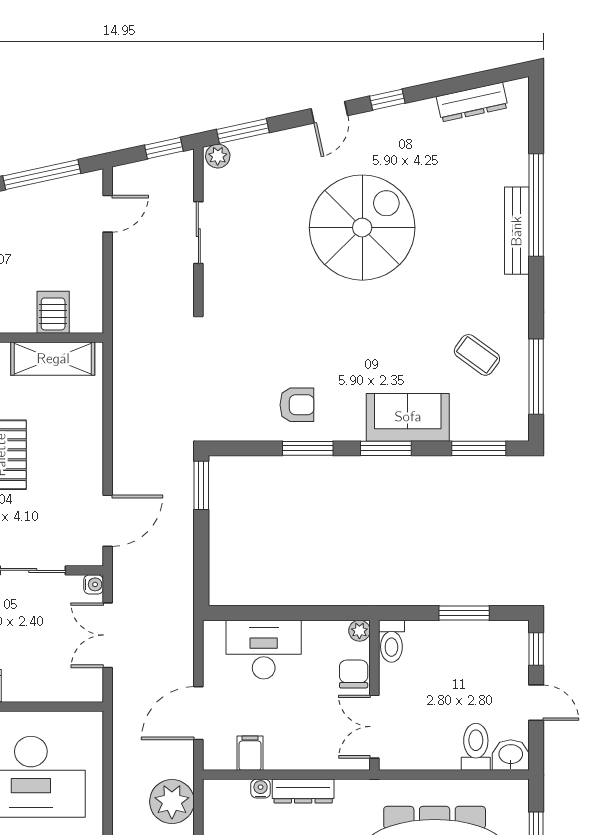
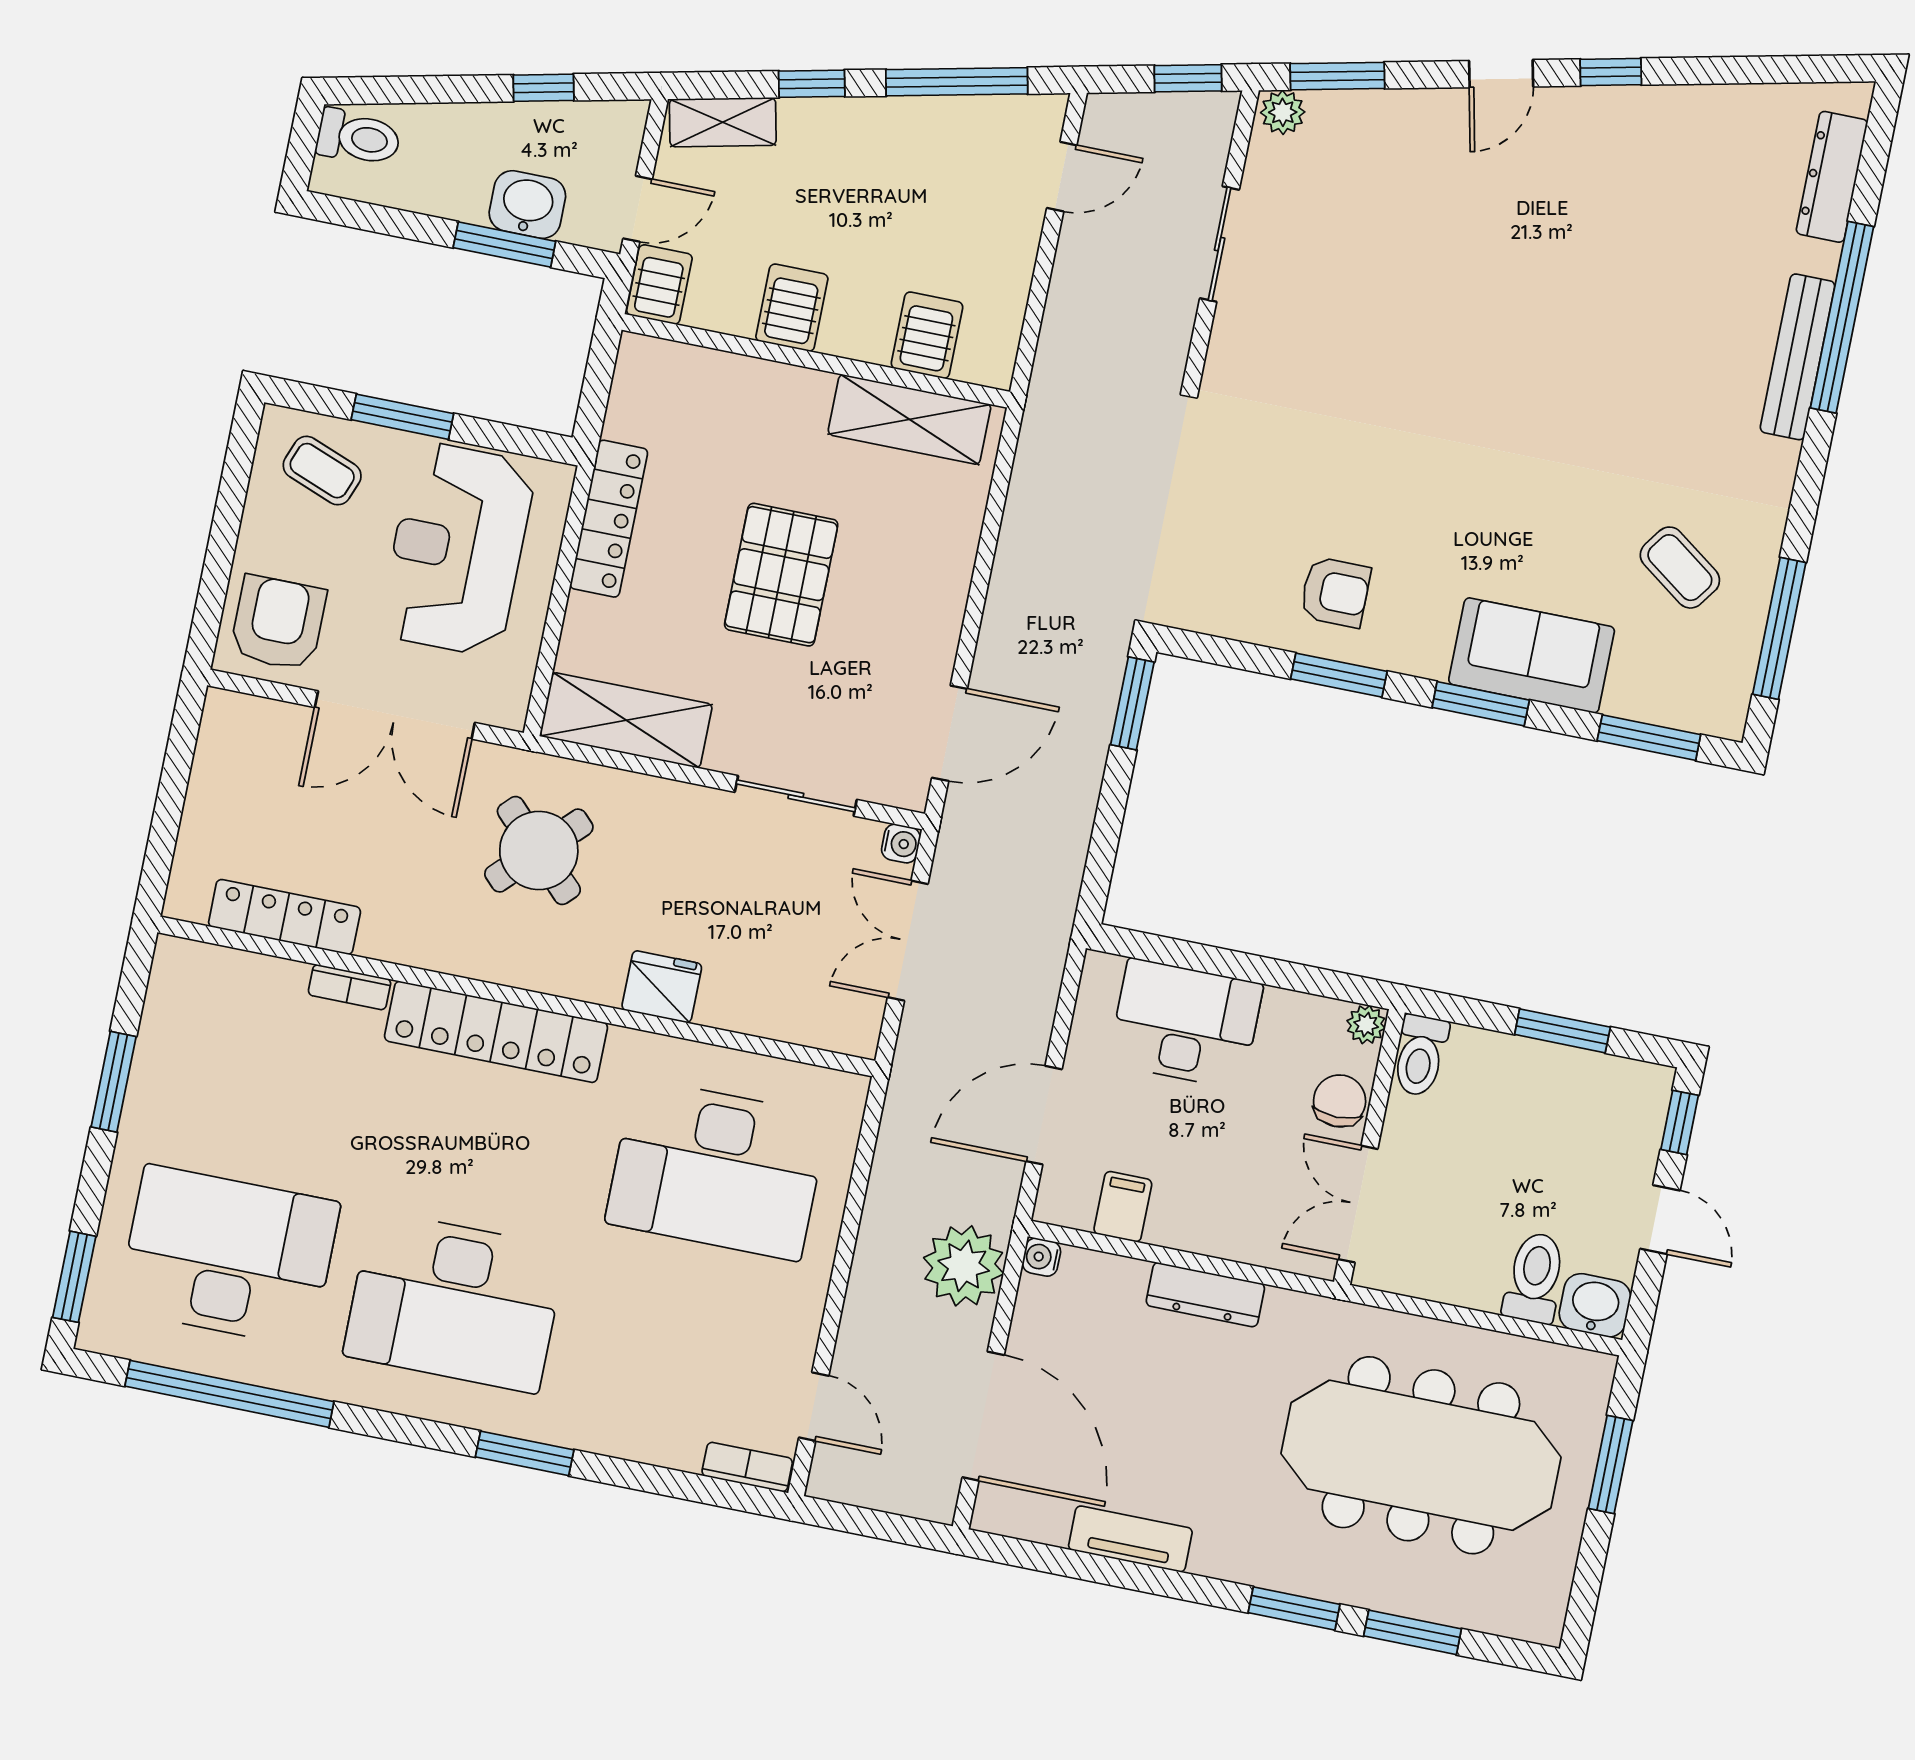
dresser: (472, 102) -> (1832, 177), moved, turned 102
spiral stairs: (362, 228) -> (1518, 295), removed
water cooler: (261, 789) -> (1041, 1257), moved, turned -90

